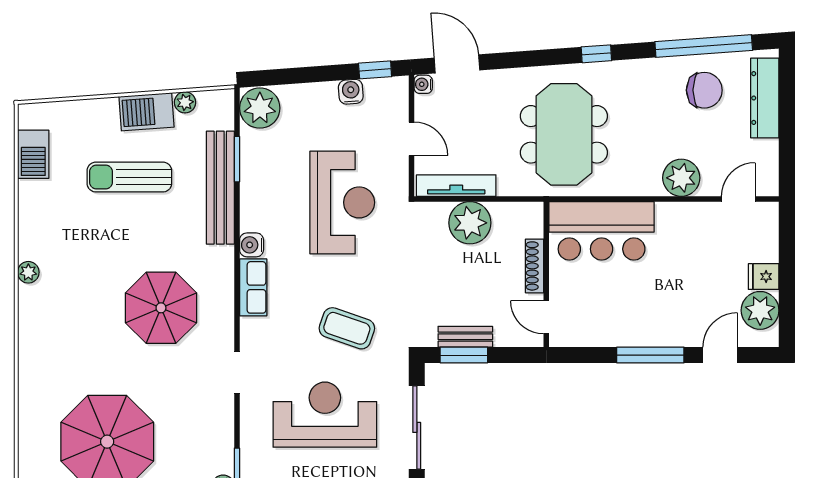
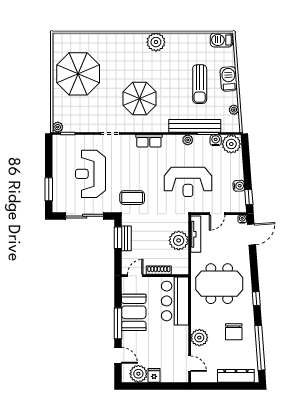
chair: (704, 90) -> (234, 332), moved
barbecue: (146, 112) -> (229, 79), moved
barbecue: (33, 154) -> (221, 40), moved
sun lounger: (129, 177) -> (200, 84), turned 180
plant: (251, 203) -> (188, 140), added
water cooler: (252, 245) -> (216, 140), moved
plant: (28, 272) -> (156, 42), width x1.87, depth x1.87
booth: (626, 321) -> (134, 312), added
coffee table: (347, 328) -> (132, 198), moved, turned 71
reception desk: (325, 415) -> (91, 174), turned 180

